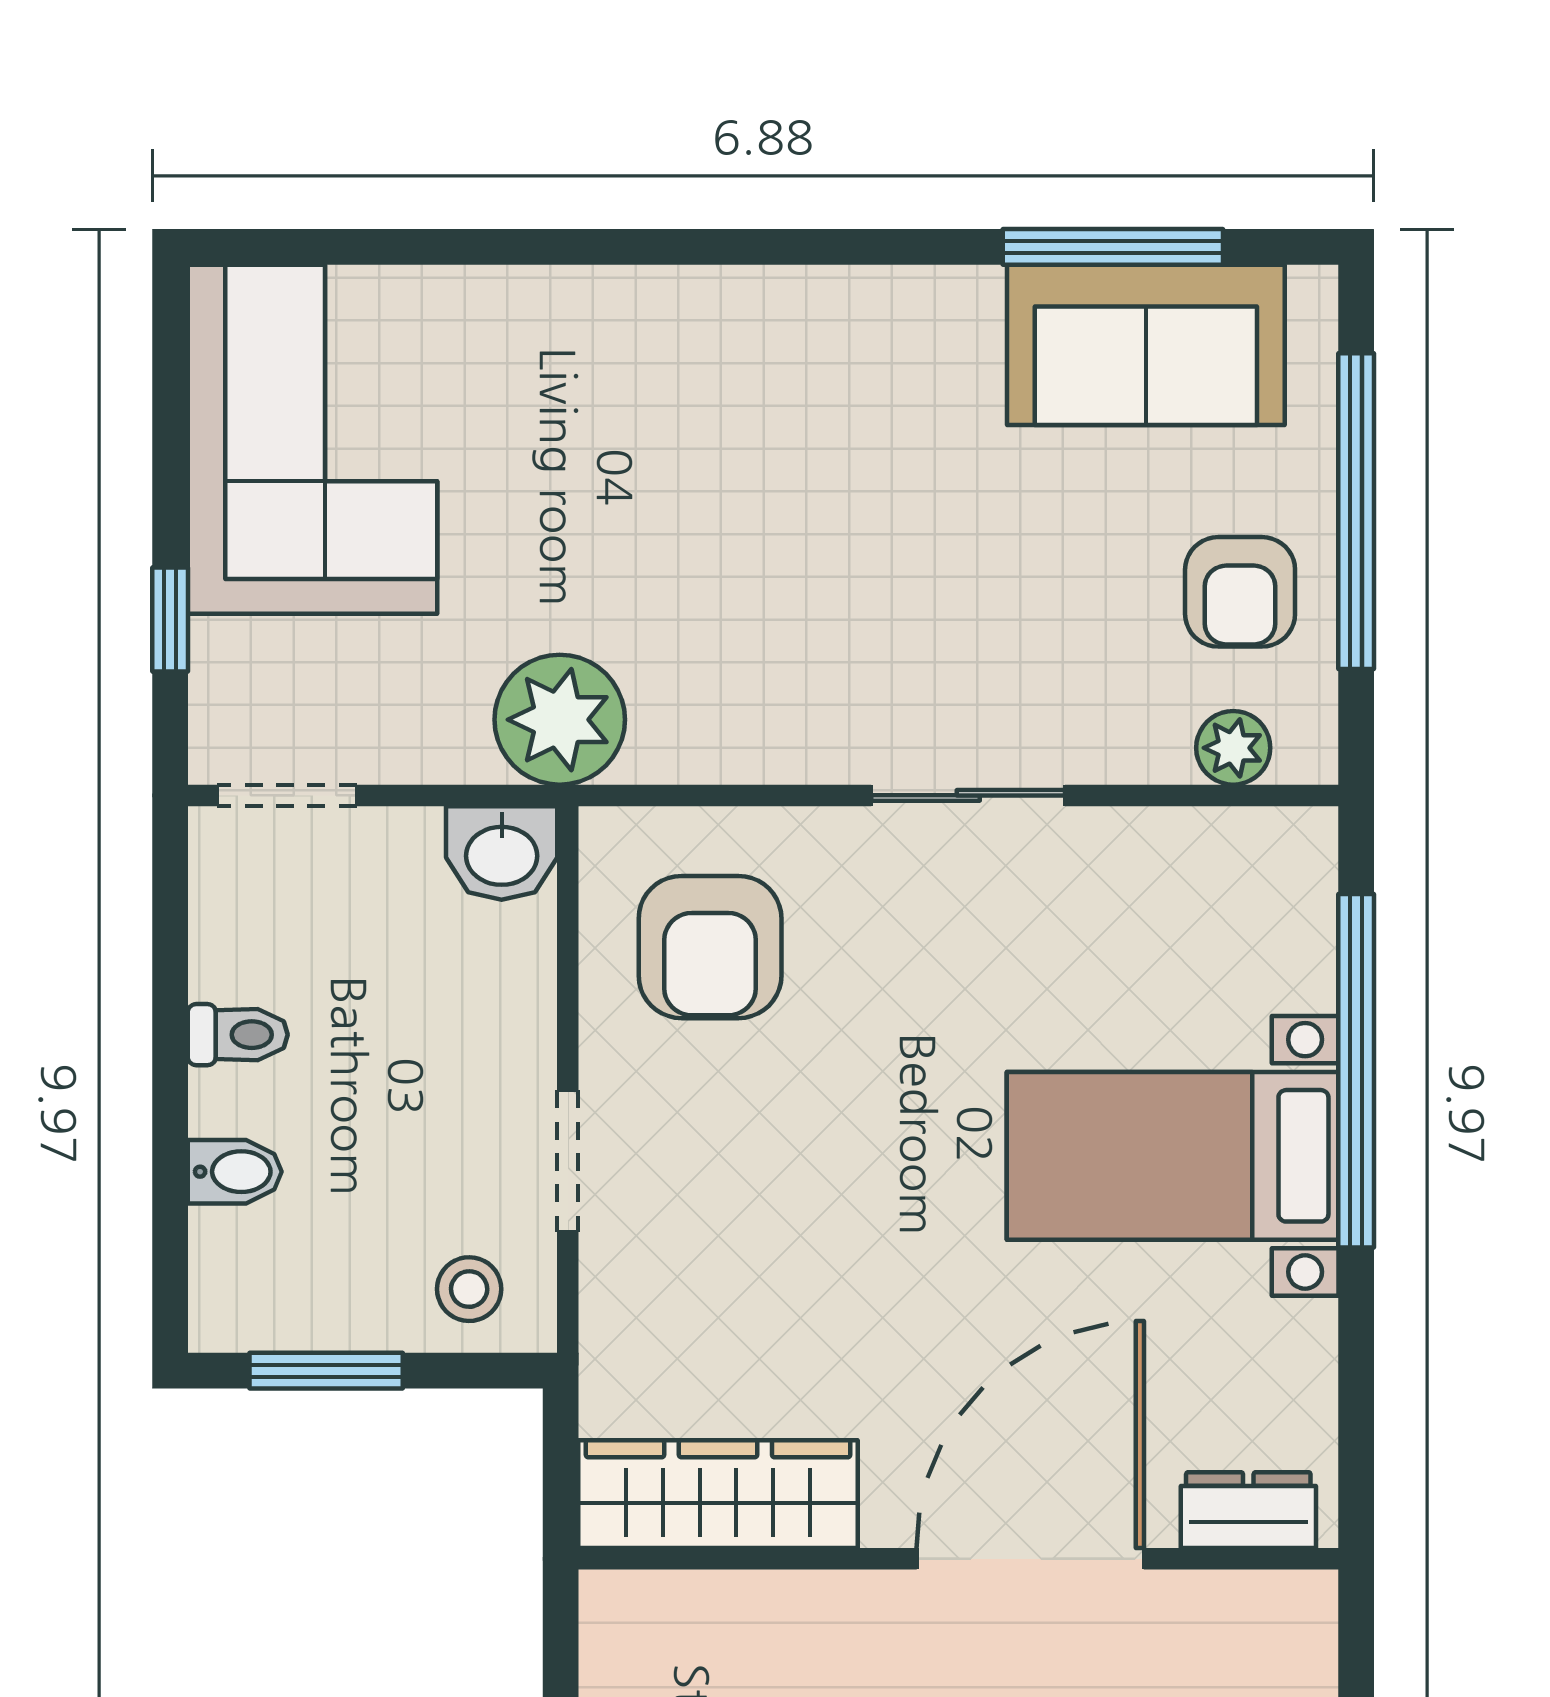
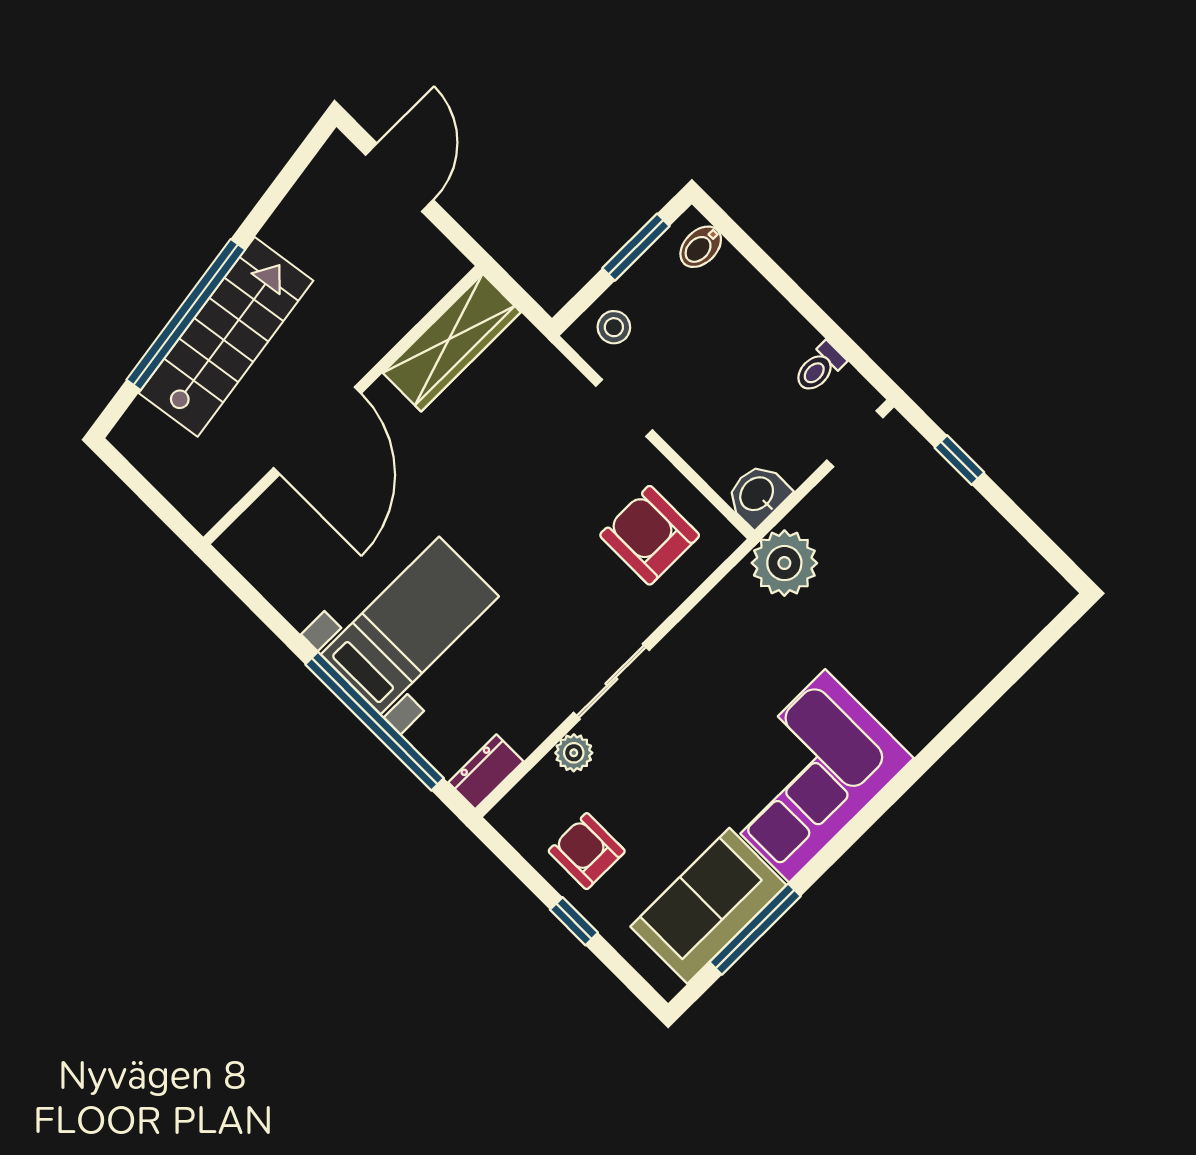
corner sofa: (313, 439) -> (807, 776), moved, turned 90
window: (1356, 511) -> (574, 921), width x0.32
plant: (1233, 748) -> (574, 753), moved
toilet: (238, 1035) -> (819, 368), moved
bidet: (235, 1172) -> (701, 247), moved
dresser: (1248, 1510) -> (486, 772), moved, turned 180

